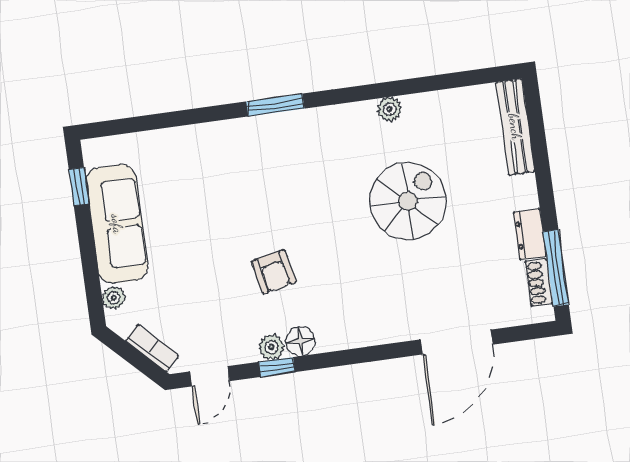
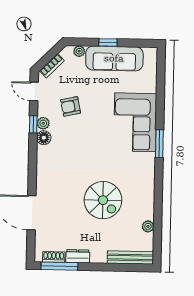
plant: (389, 109) -> (148, 226), moved
corner sofa: (240, 161) -> (135, 122), added
window: (79, 187) -> (108, 42), moved
armchair: (274, 272) -> (71, 106), moved

